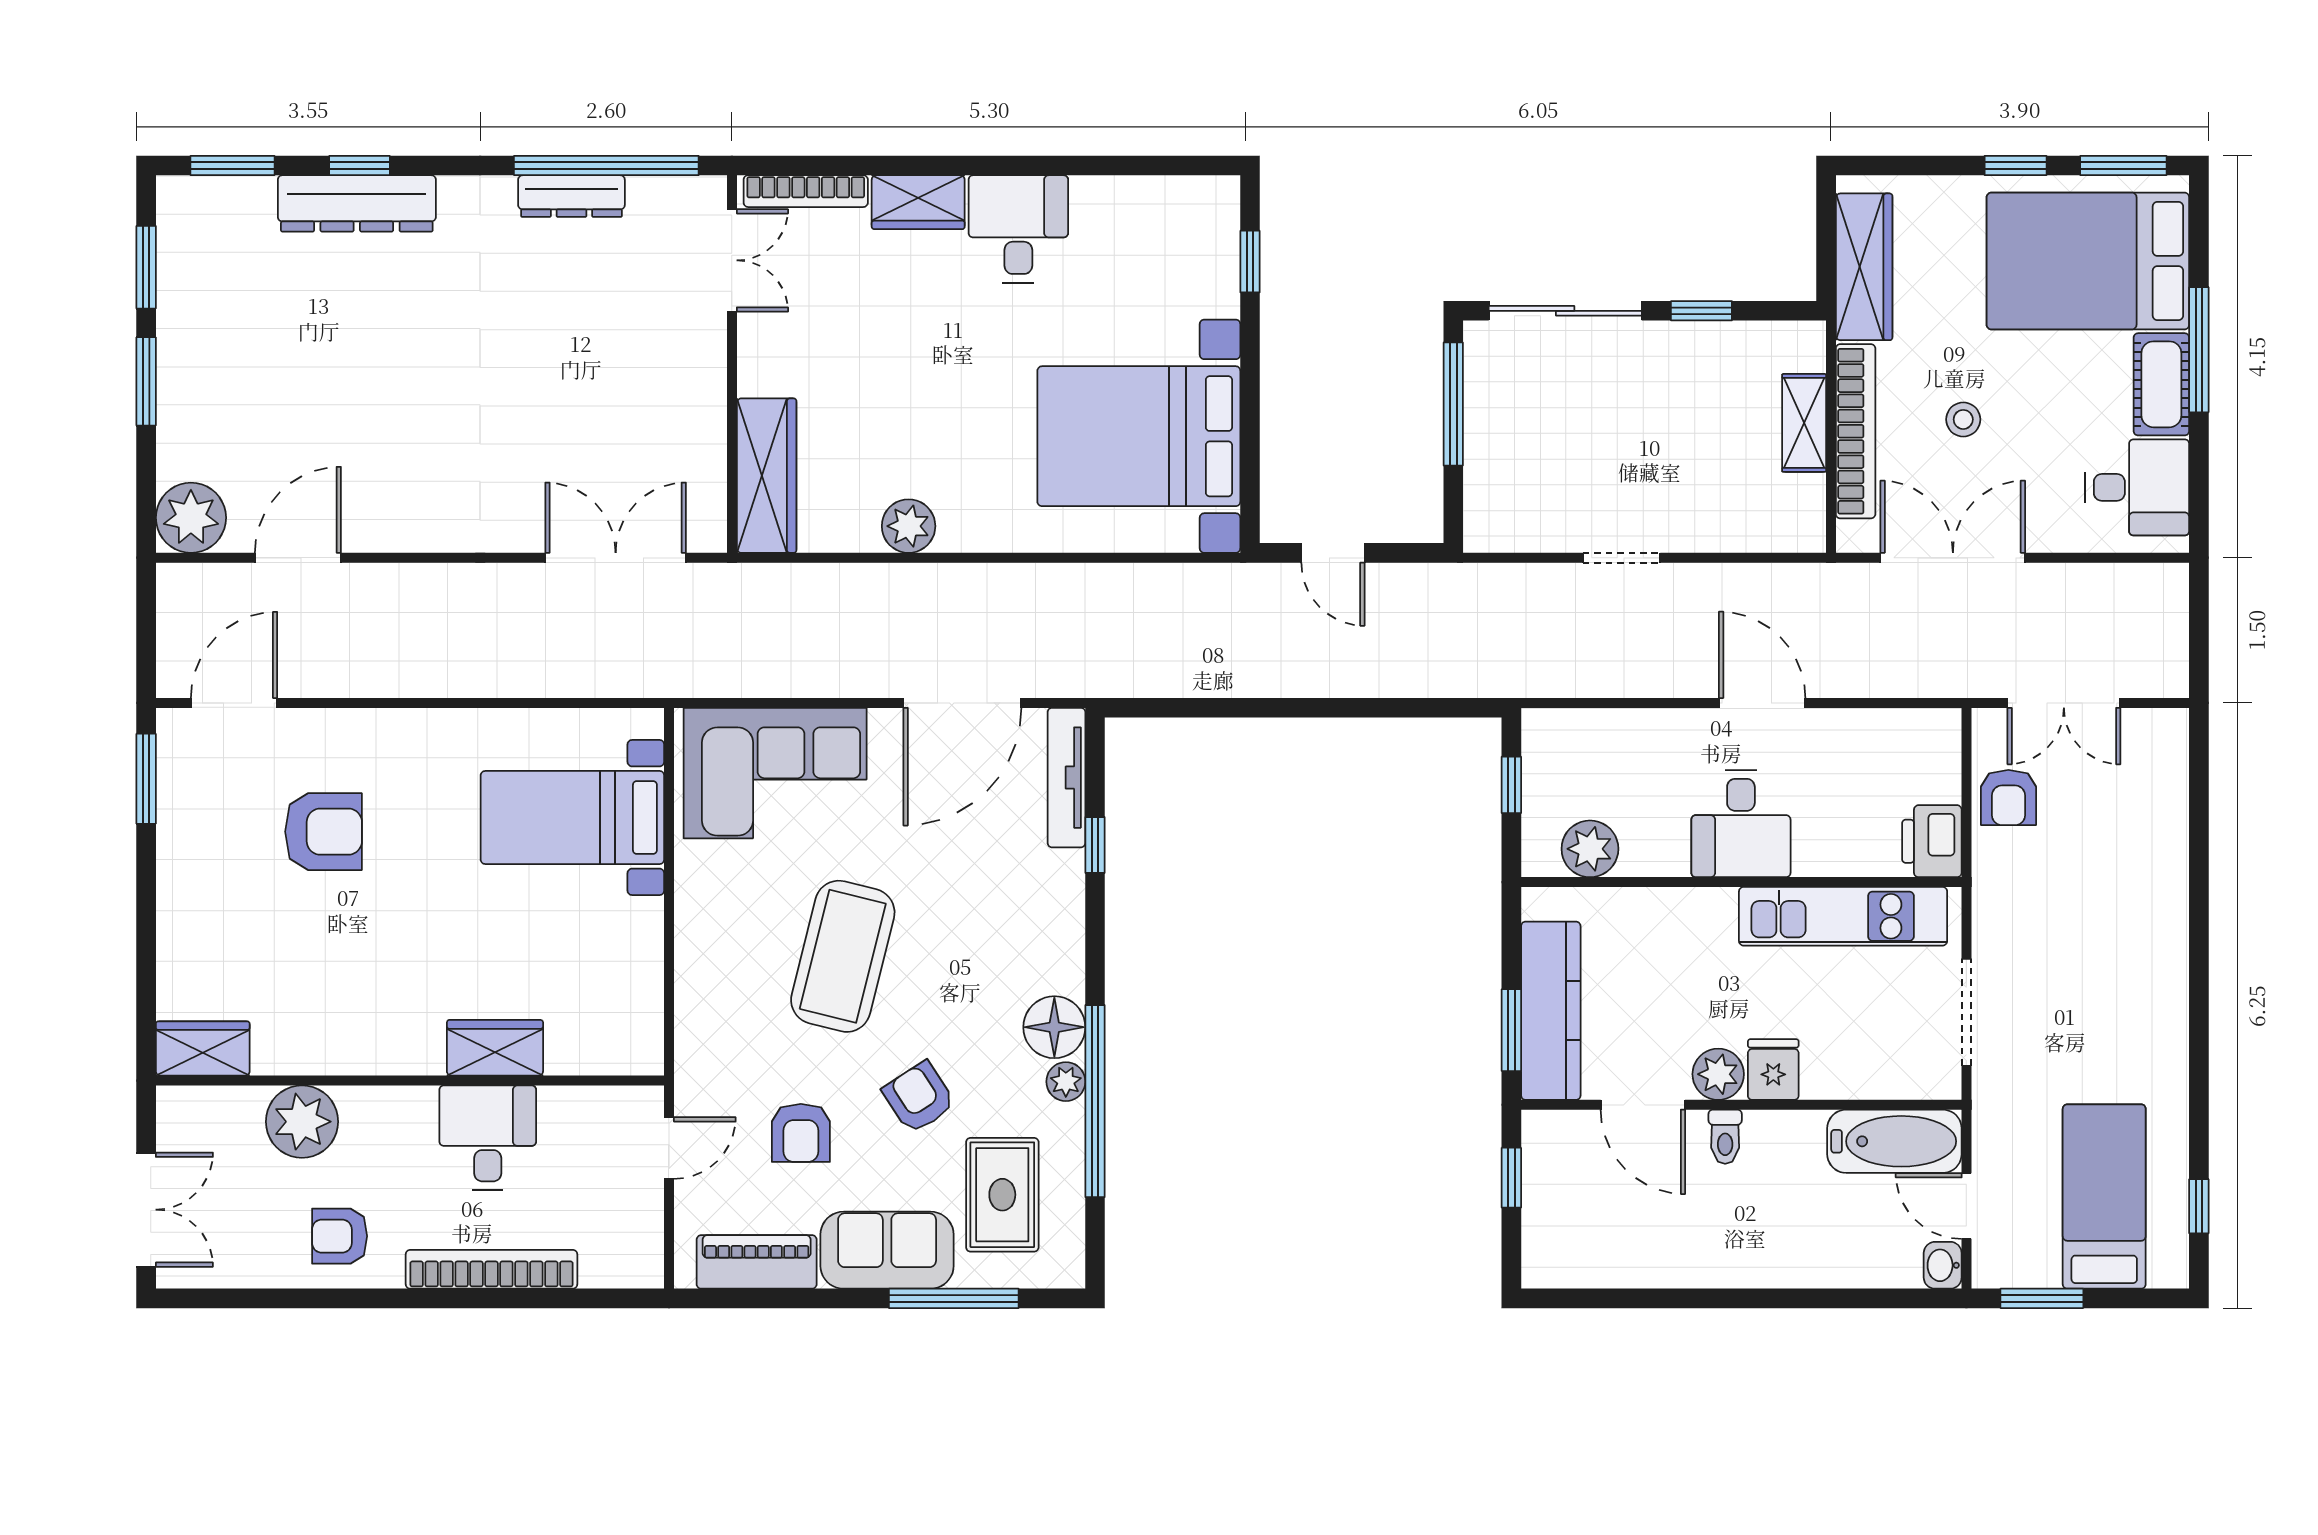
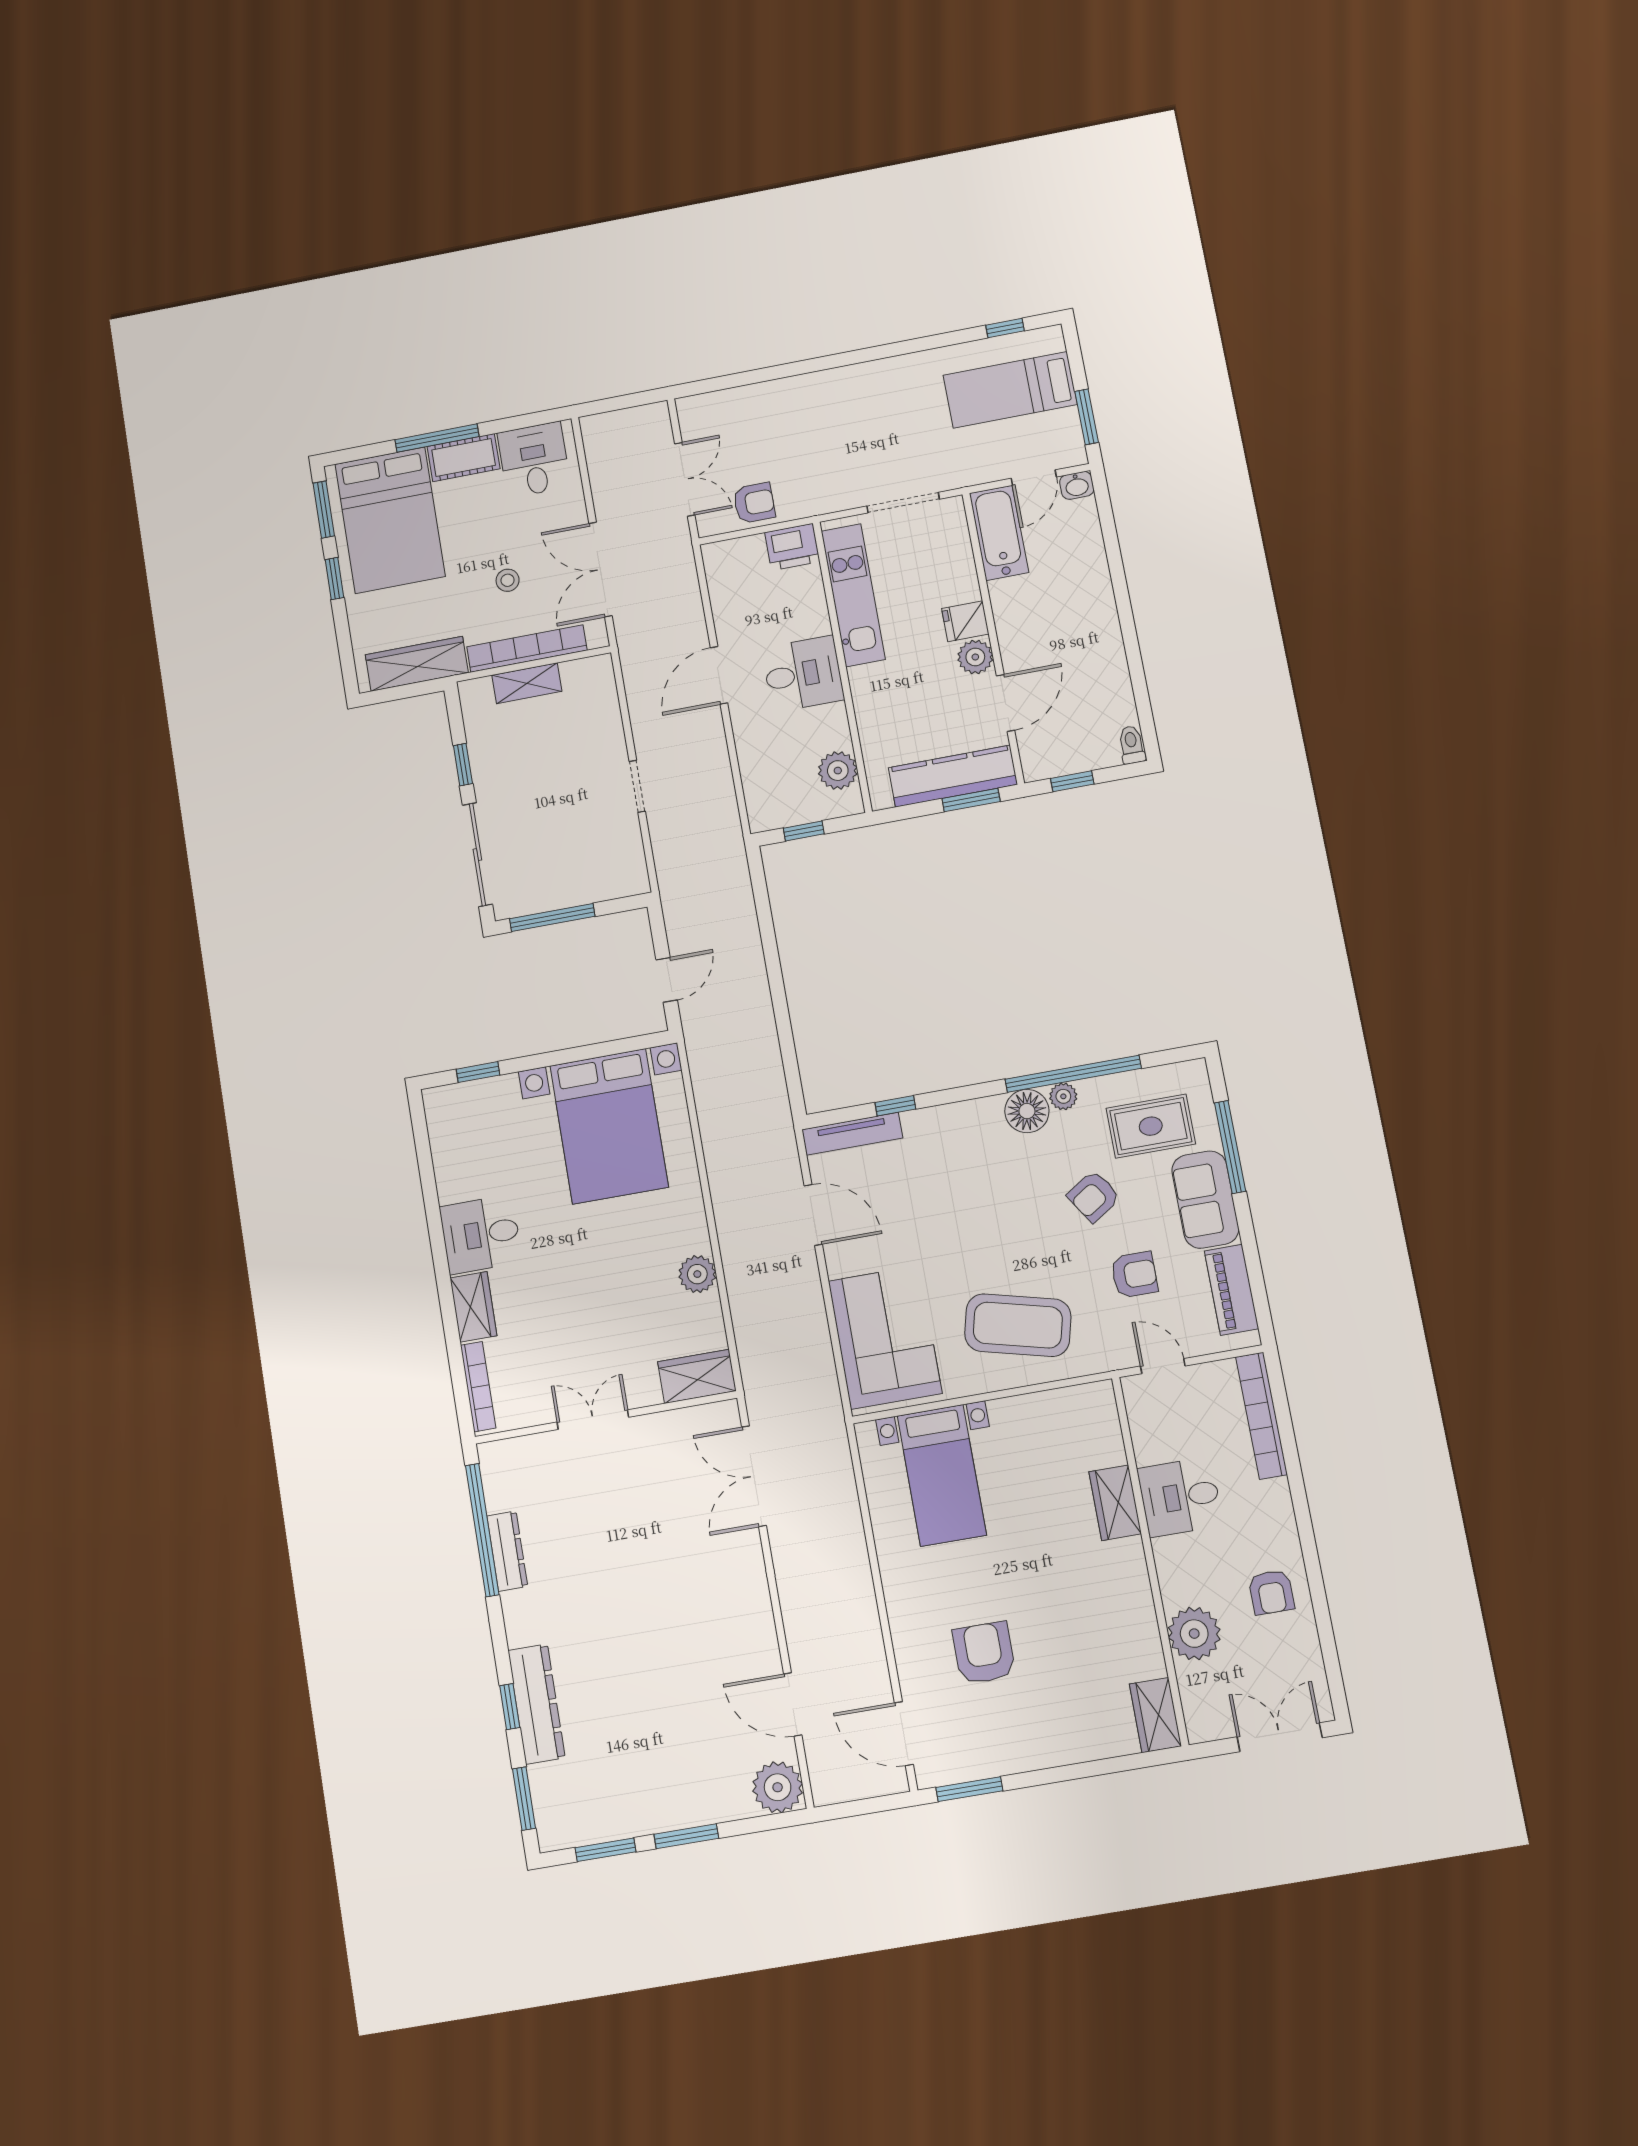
double door: (732, 260) -> (593, 1420), moved
wardrobe: (767, 476) -> (697, 1376), width x0.67
door: (962, 703) -> (813, 1215), width x0.73
coffee table: (843, 956) -> (1018, 1325), moved
toilet: (1725, 1137) -> (1132, 745), moved, turned -90
bookcase: (491, 1269) -> (1261, 1416), moved

